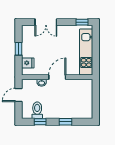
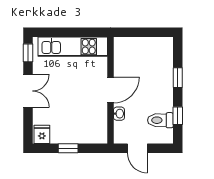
double door: (46, 22) -> (28, 91), moved
fridge: (28, 63) -> (42, 134), moved
door: (57, 77) -> (111, 90), swing flipped

